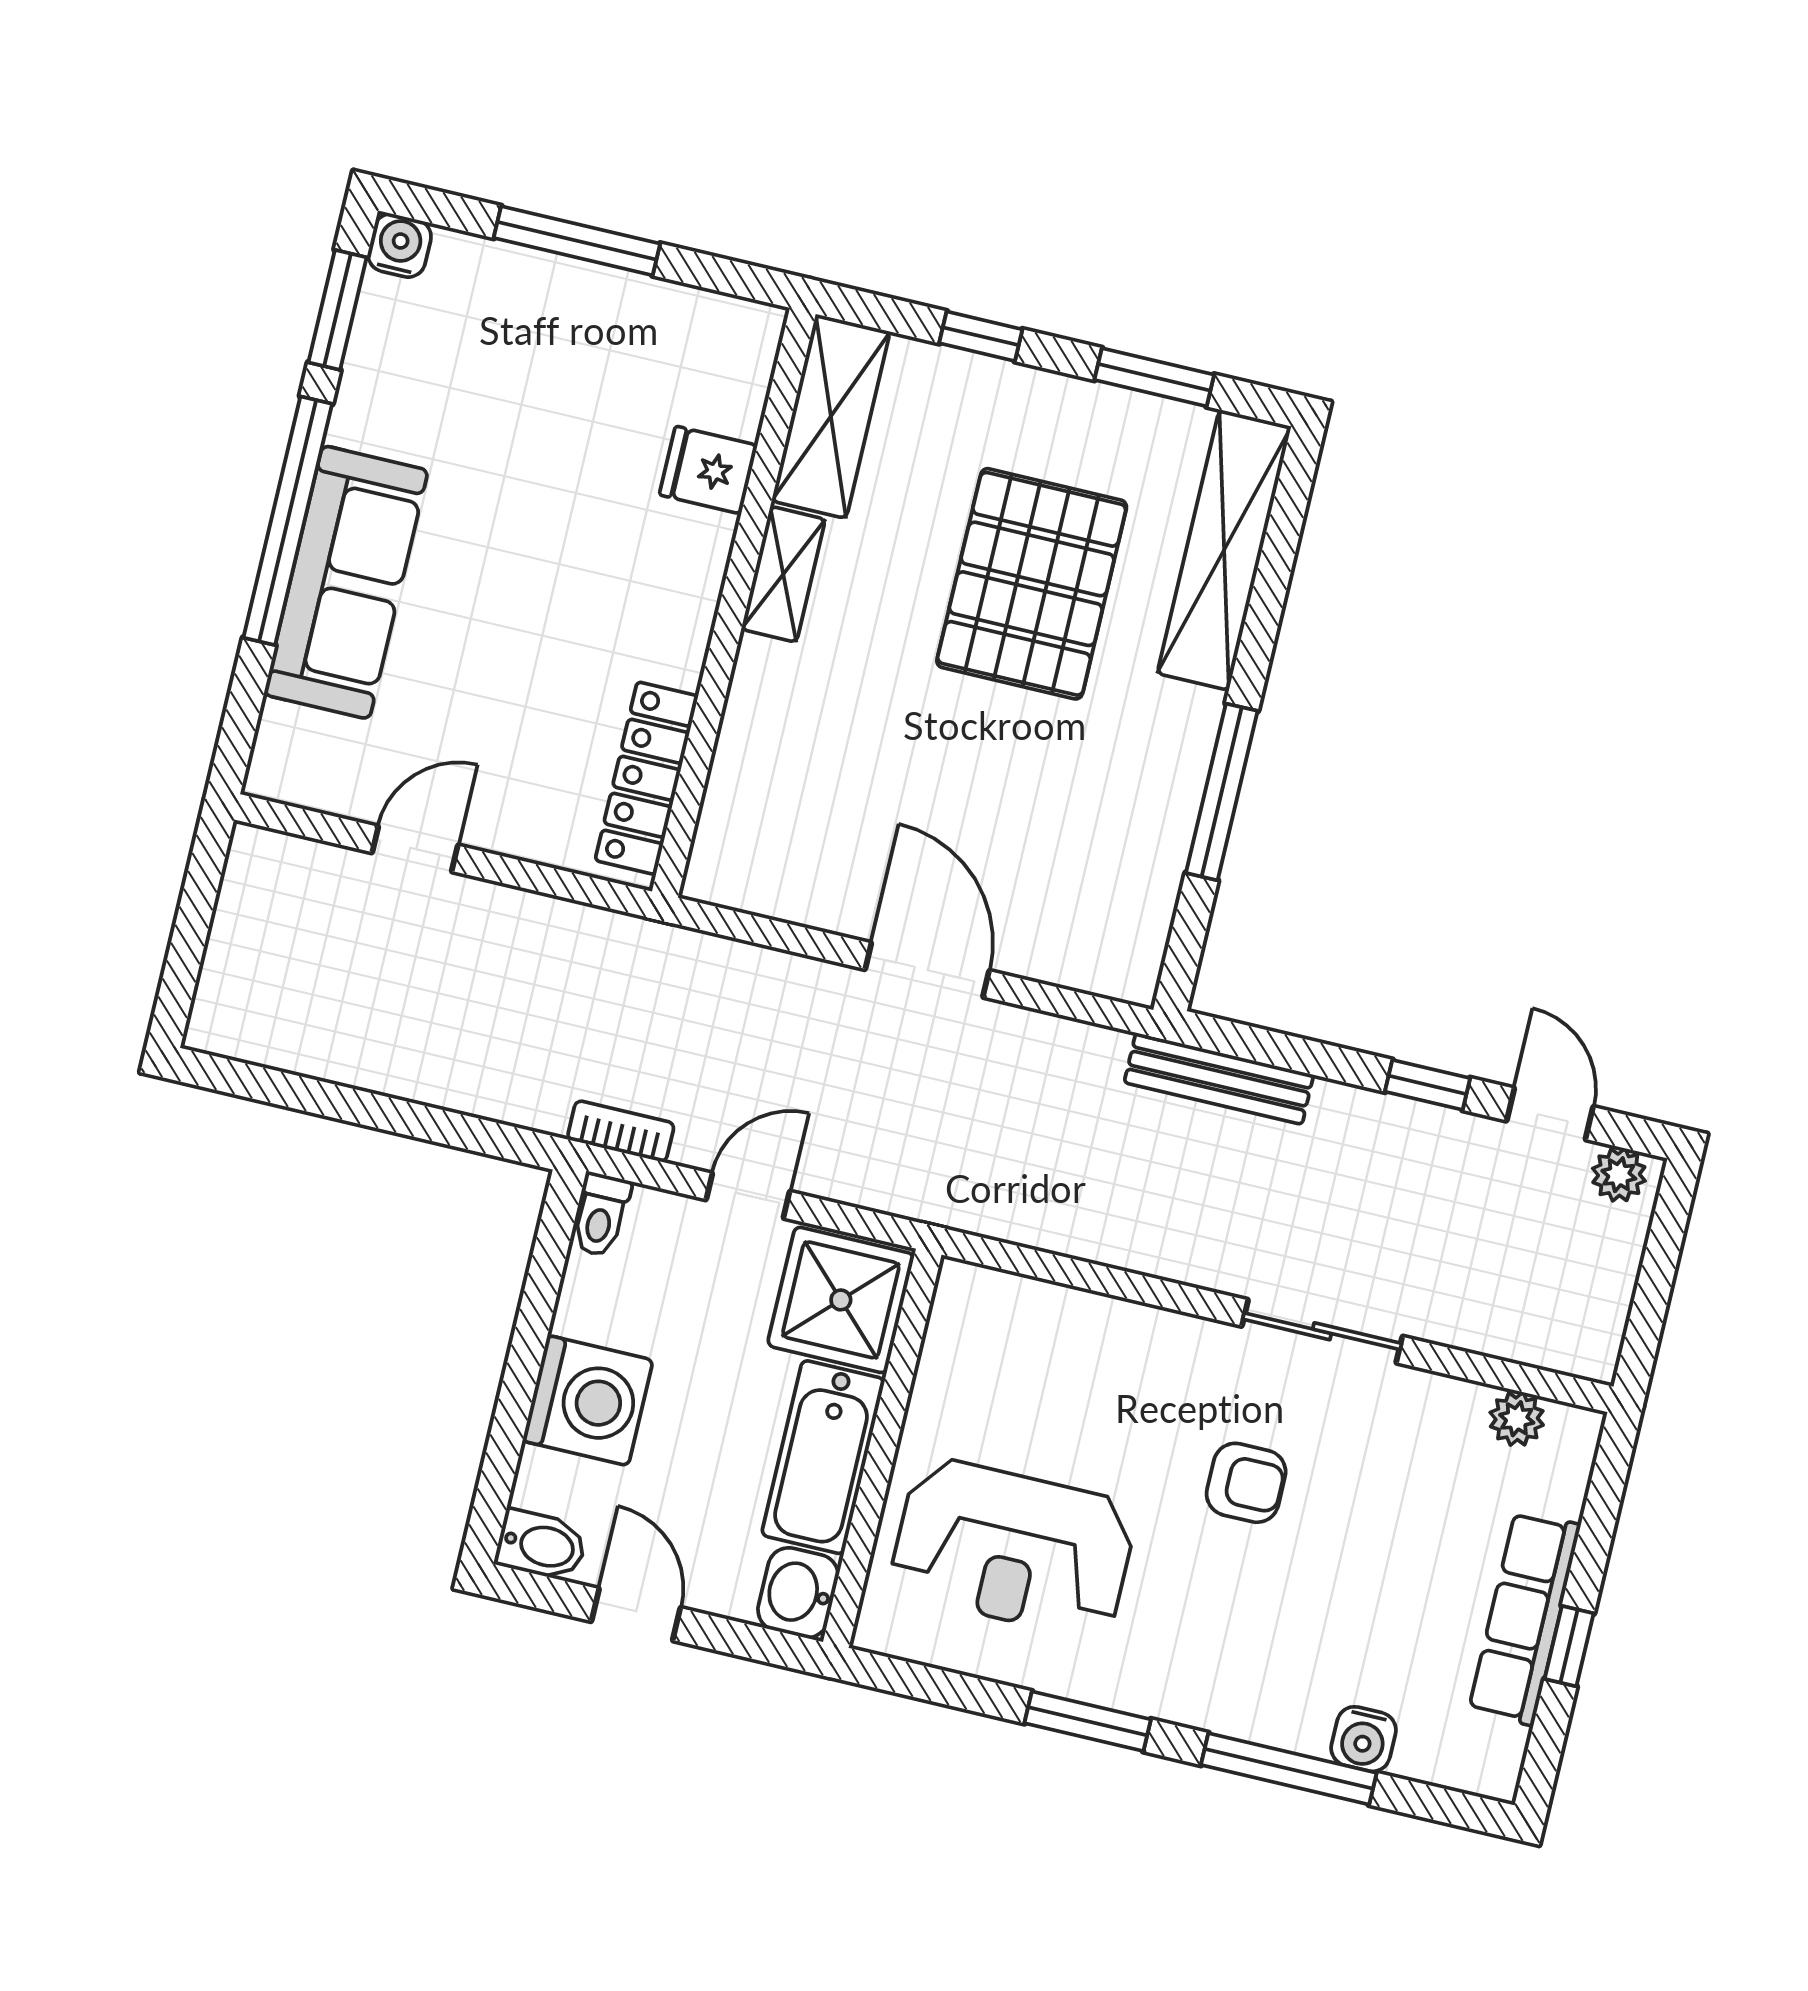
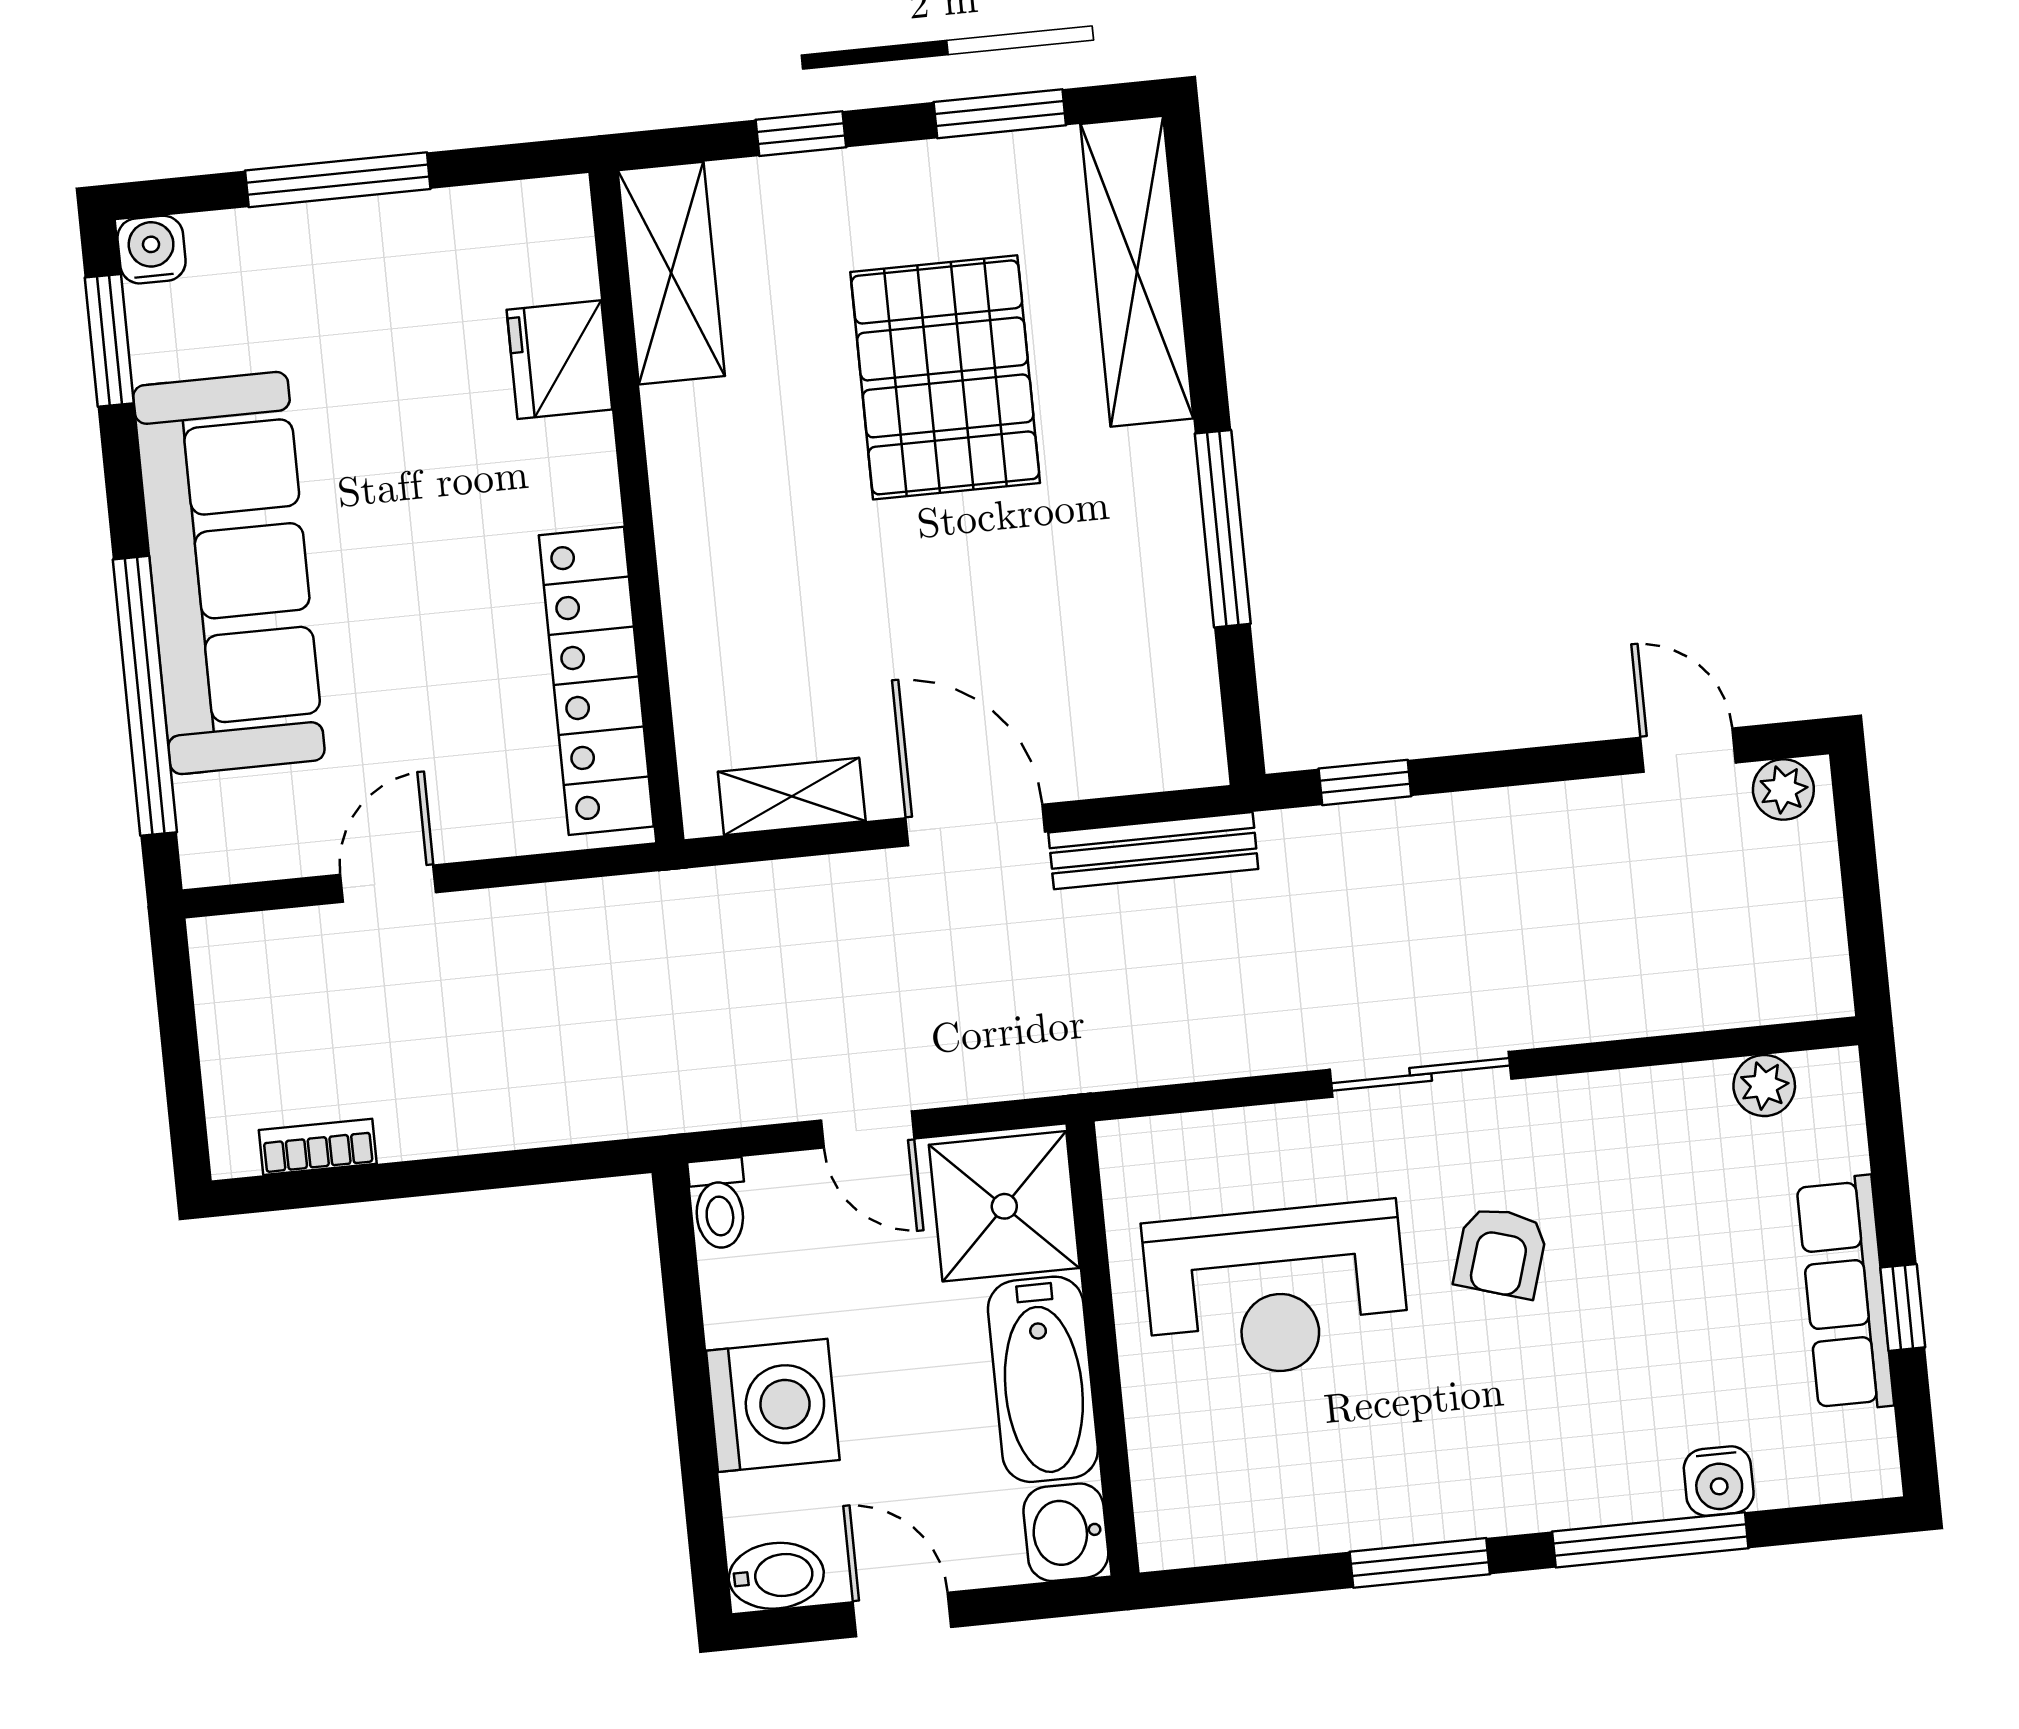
fridge: (708, 470) -> (559, 360), width x1.38
window: (288, 521) -> (145, 696), moved
shelving: (783, 574) -> (792, 796), moved, turned 90
sofa: (346, 582) -> (229, 573), width x1.36, depth x1.27
locker: (647, 778) -> (596, 681), width x1.41, depth x1.21
bench: (1219, 1079) -> (1153, 851), moved
window: (1428, 1085) -> (1365, 782), moved
bookcase: (621, 1131) -> (318, 1147), moved
door: (748, 1196) -> (868, 1130), swing flipped
sliding door: (1322, 1331) -> (1421, 1074), moved
armchair: (1246, 1483) -> (1501, 1252), turned 107
reception desk: (1013, 1548) -> (1276, 1291), moved

